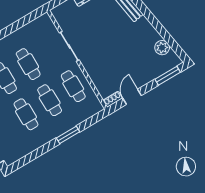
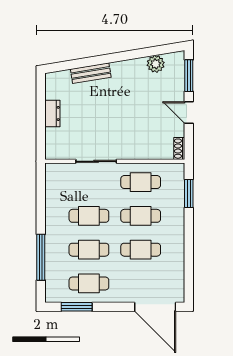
door: (132, 97) -> (189, 112), moved
window: (68, 135) -> (189, 194), moved

